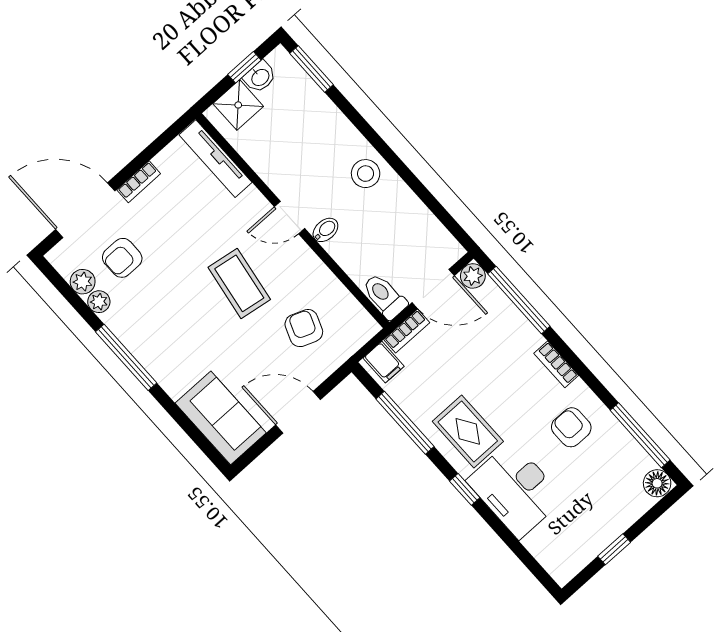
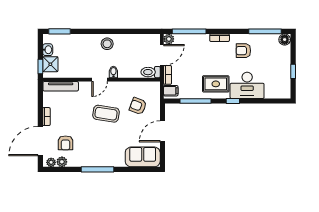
window: (244, 67) -> (40, 67), moved
plant: (99, 302) -> (51, 162), moved

